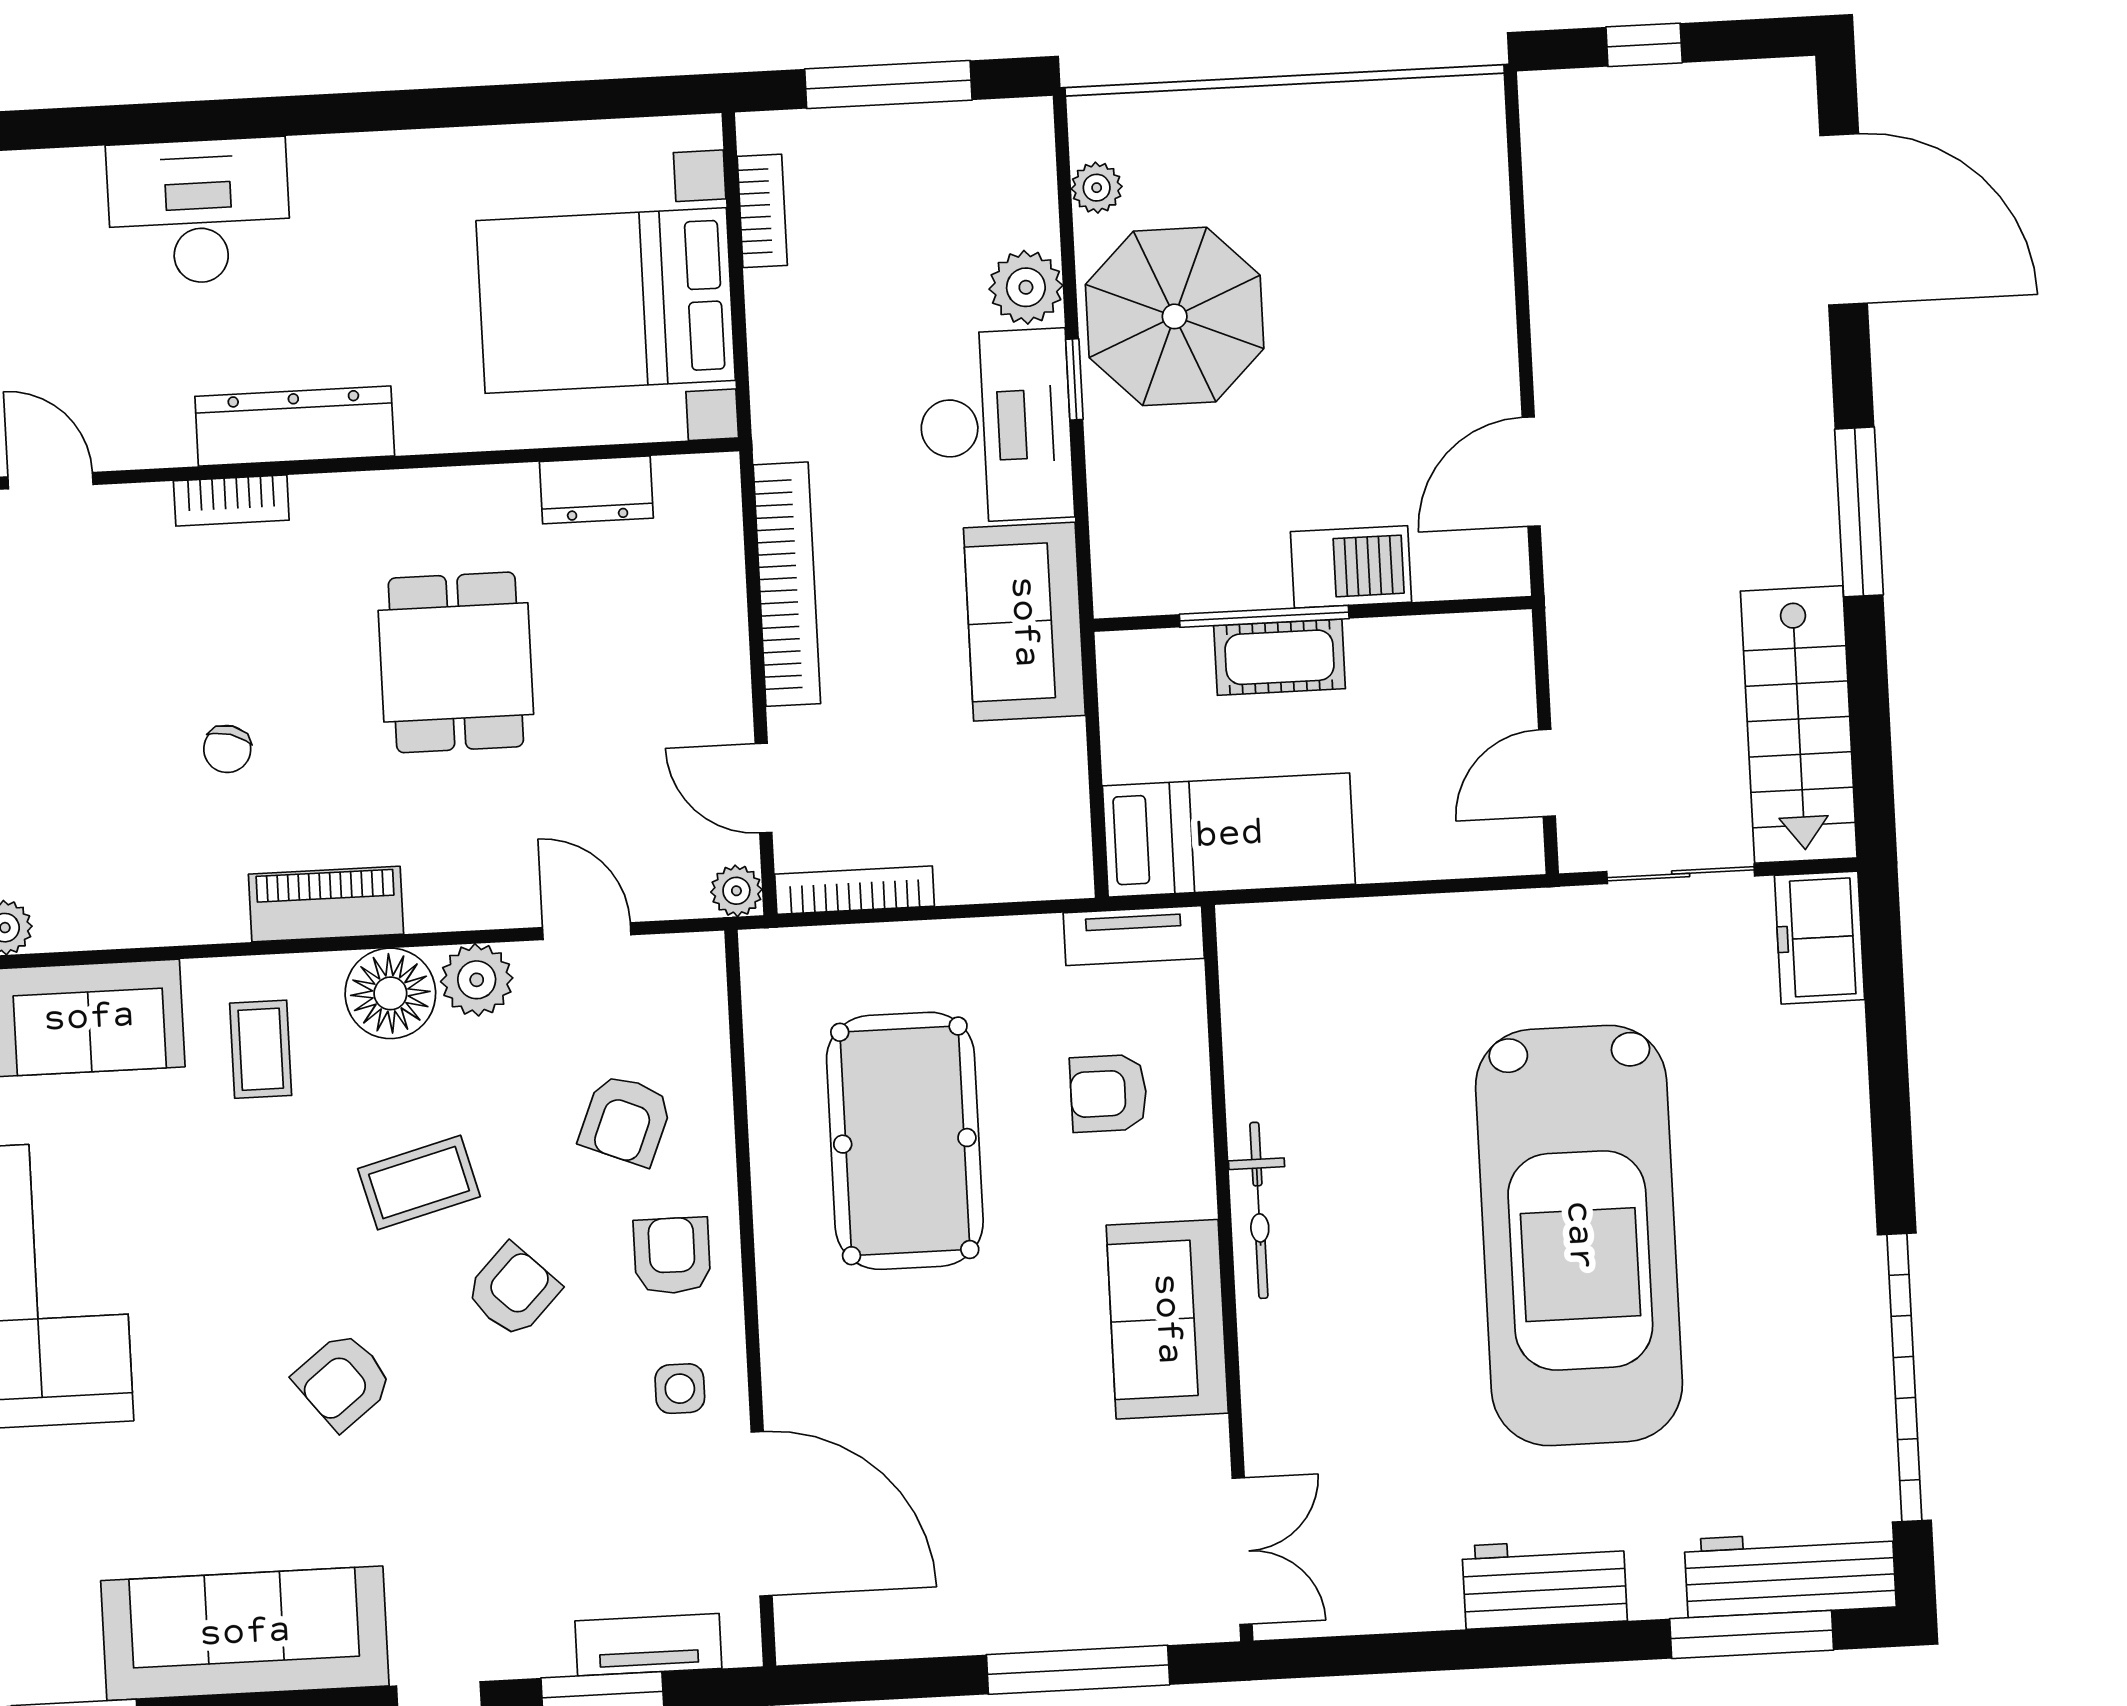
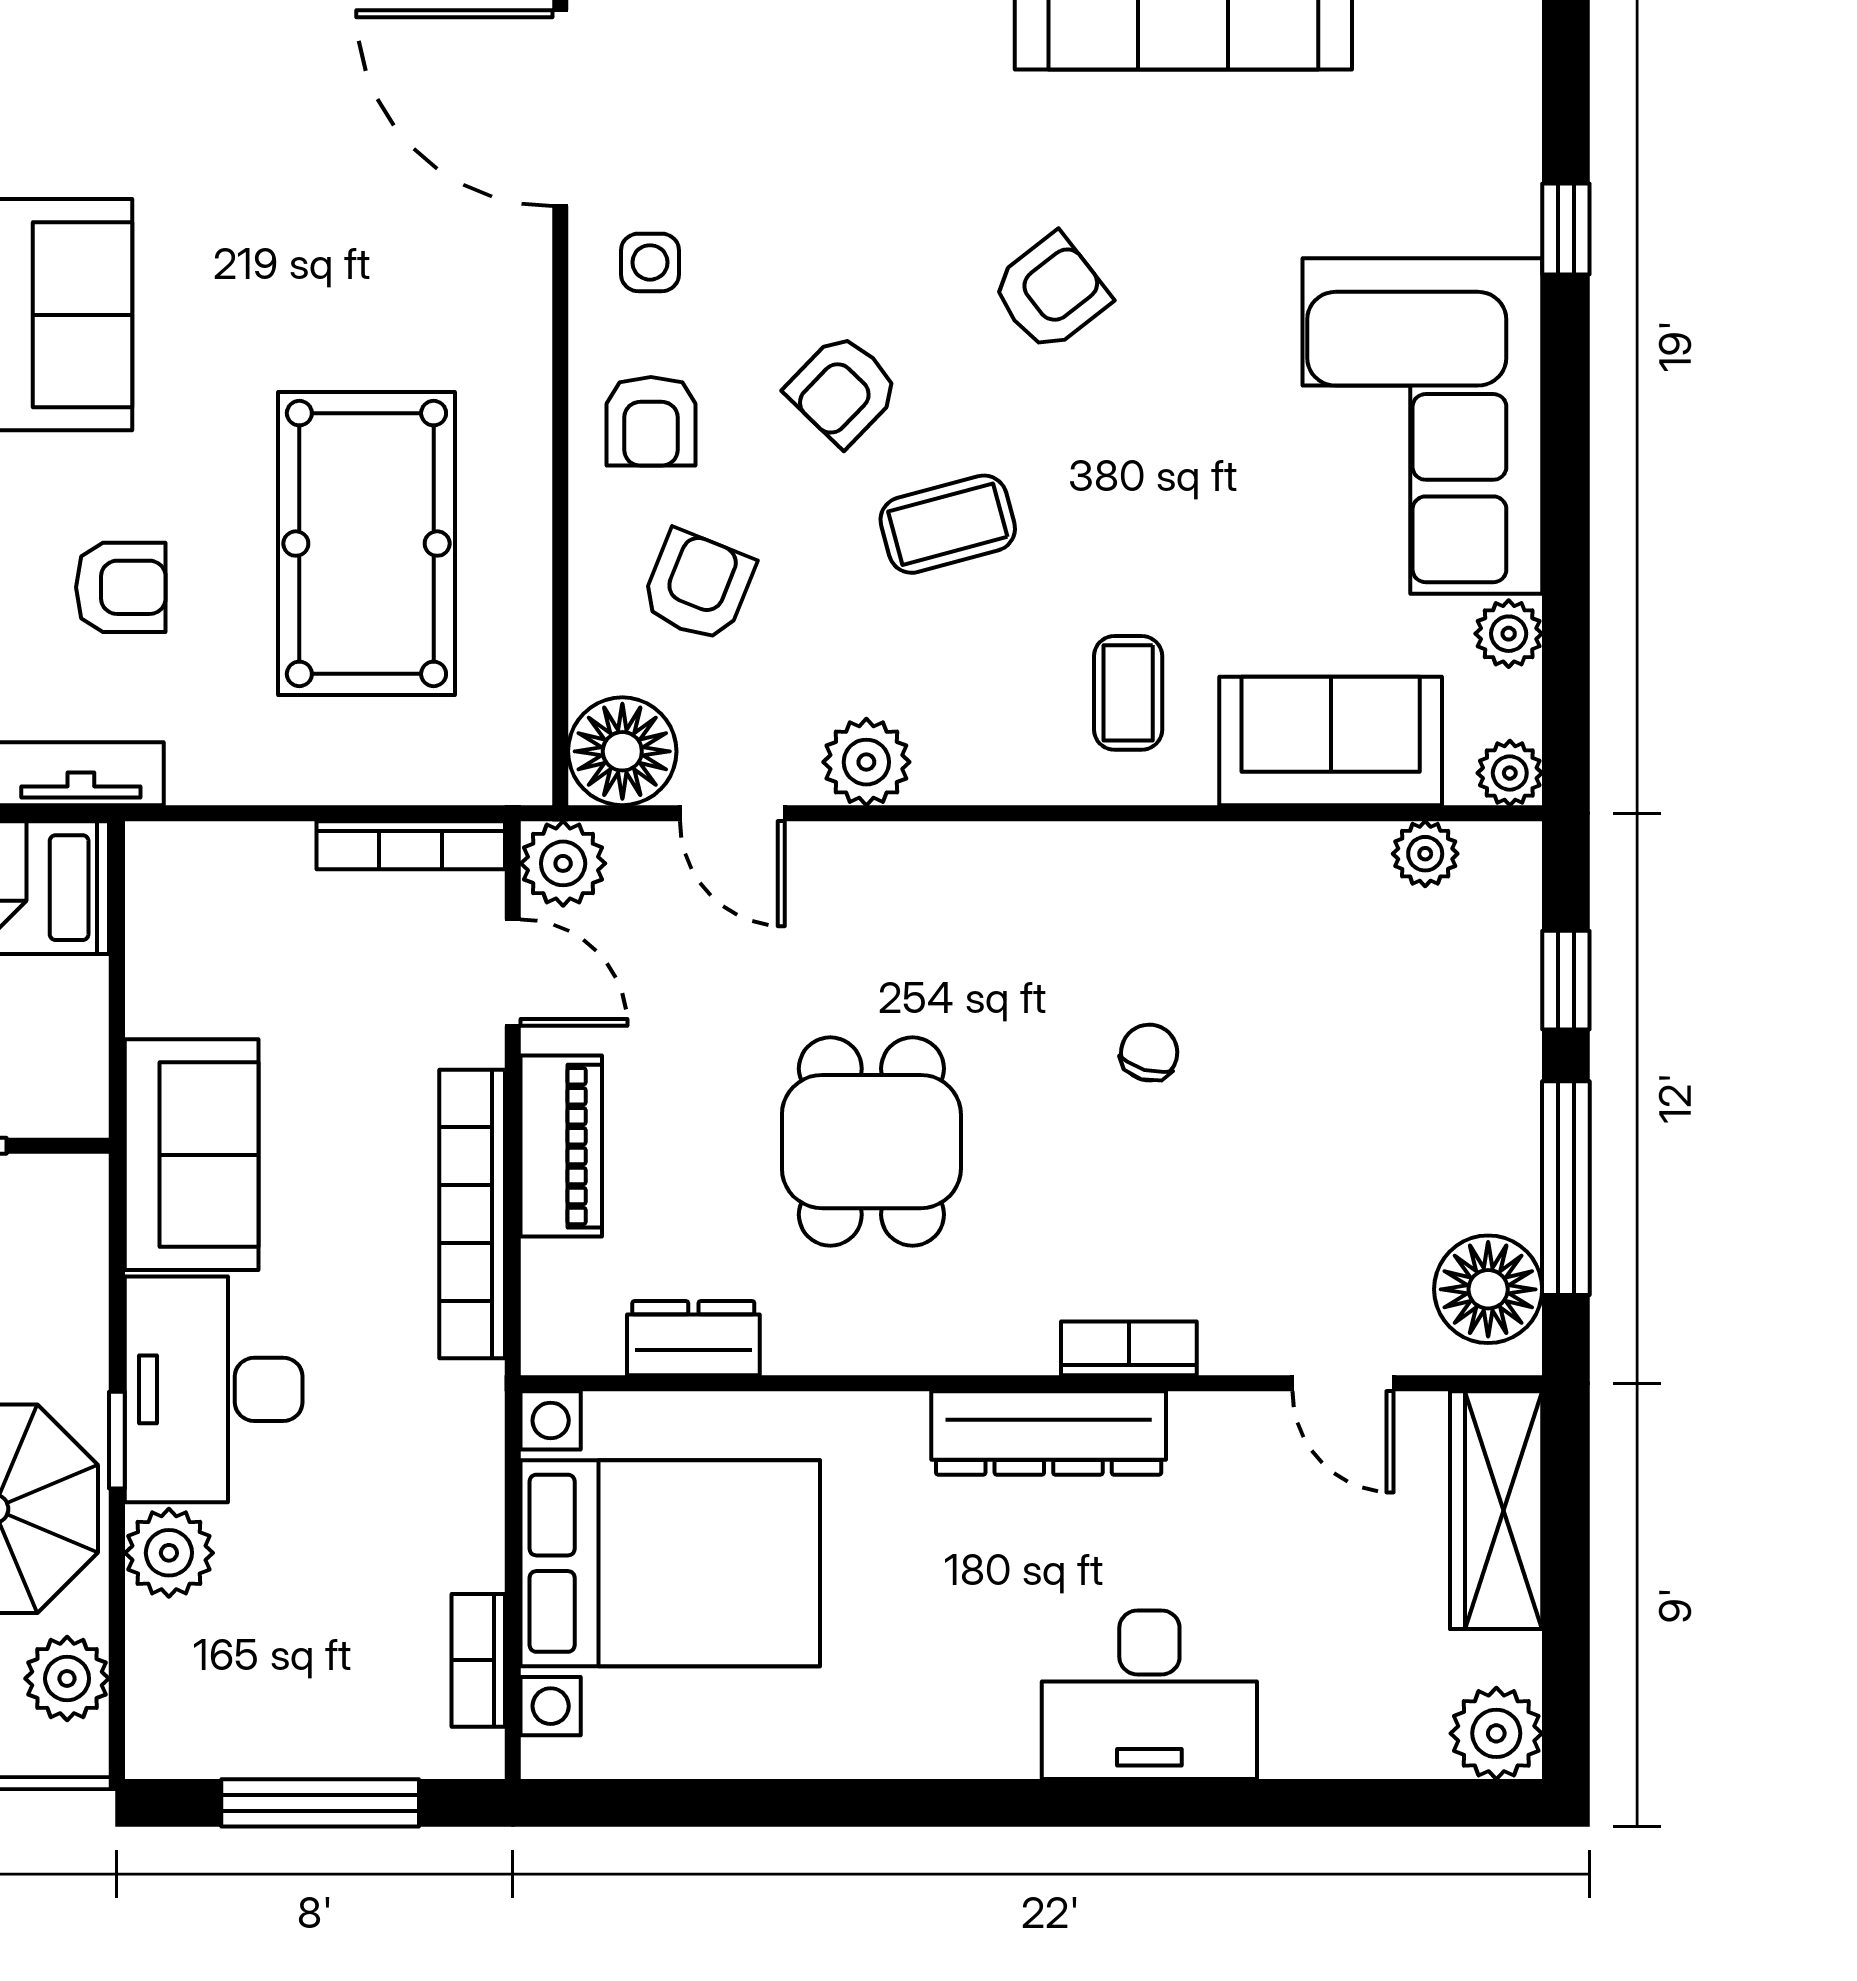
plant: (1097, 188) -> (67, 1679), width x1.38, depth x1.38
plant: (736, 891) -> (563, 863), width x1.38, depth x1.38
piano: (326, 904) -> (561, 1146), moved, turned -90
floor lamp: (390, 993) -> (622, 751), moved

